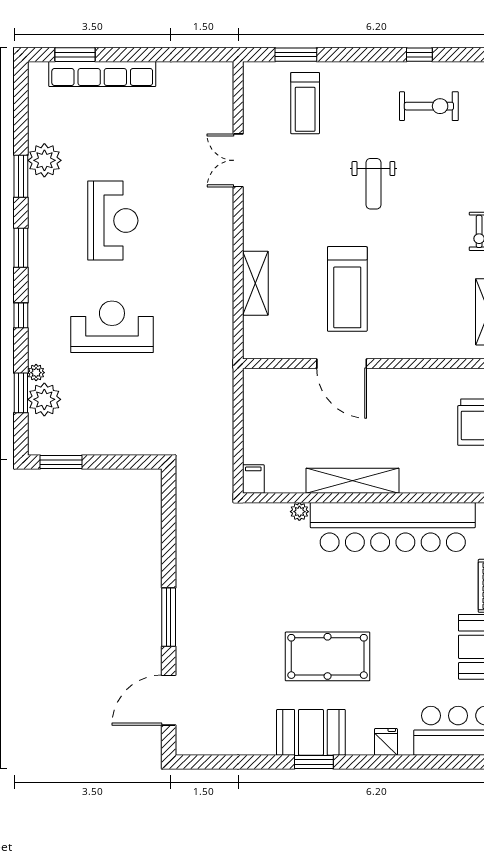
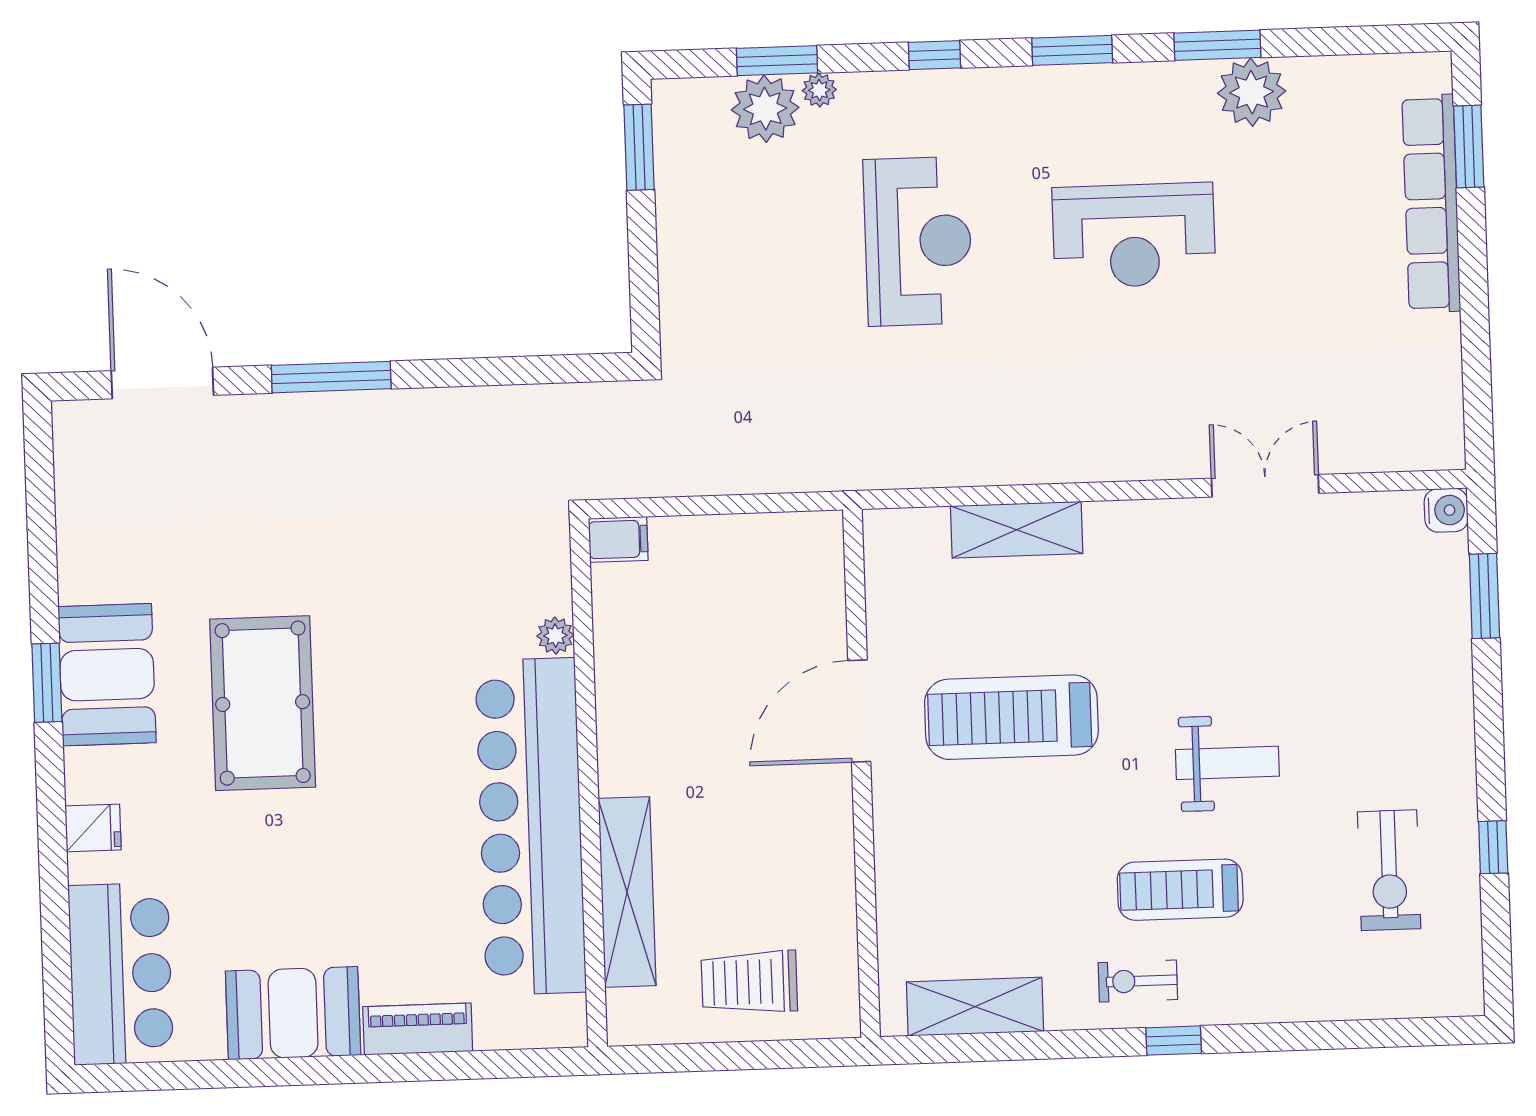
water cooler: (253, 72) -> (1446, 510), added
treadmill: (305, 103) -> (1180, 890), moved
weight bench: (373, 184) -> (1227, 763), turned 180
shelving: (352, 481) -> (627, 892), moved

